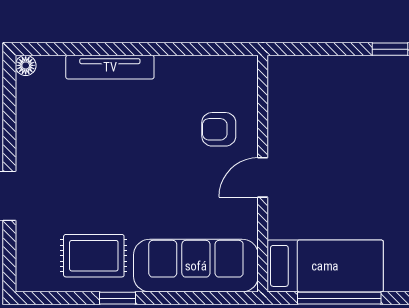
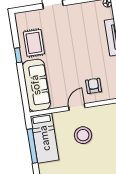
stool: (332, 173) -> (83, 135), added
door: (263, 177) -> (77, 107), hinge flipped

